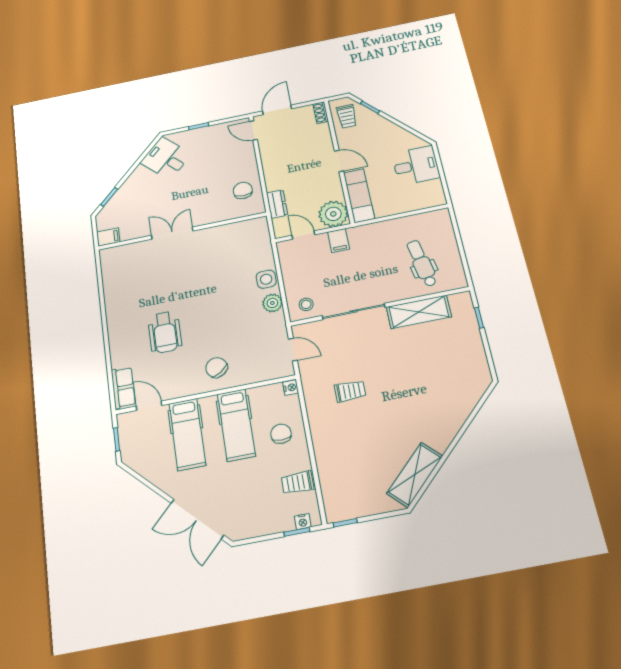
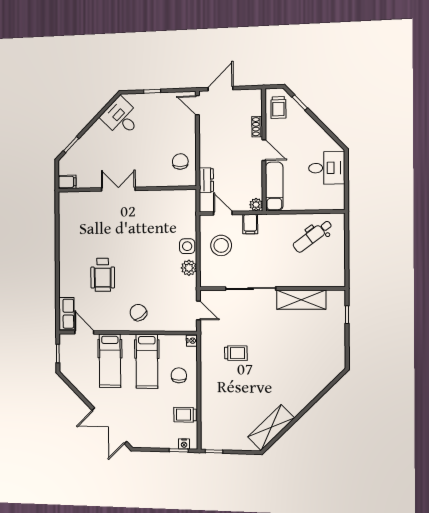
shoe rack: (321, 113) -> (257, 127), moved
plant: (333, 214) -> (256, 205), width x0.53, depth x0.53
dental chair: (422, 263) -> (313, 236), moved, turned -117
stool: (306, 304) -> (221, 245), moved, width x1.89, depth x1.89

